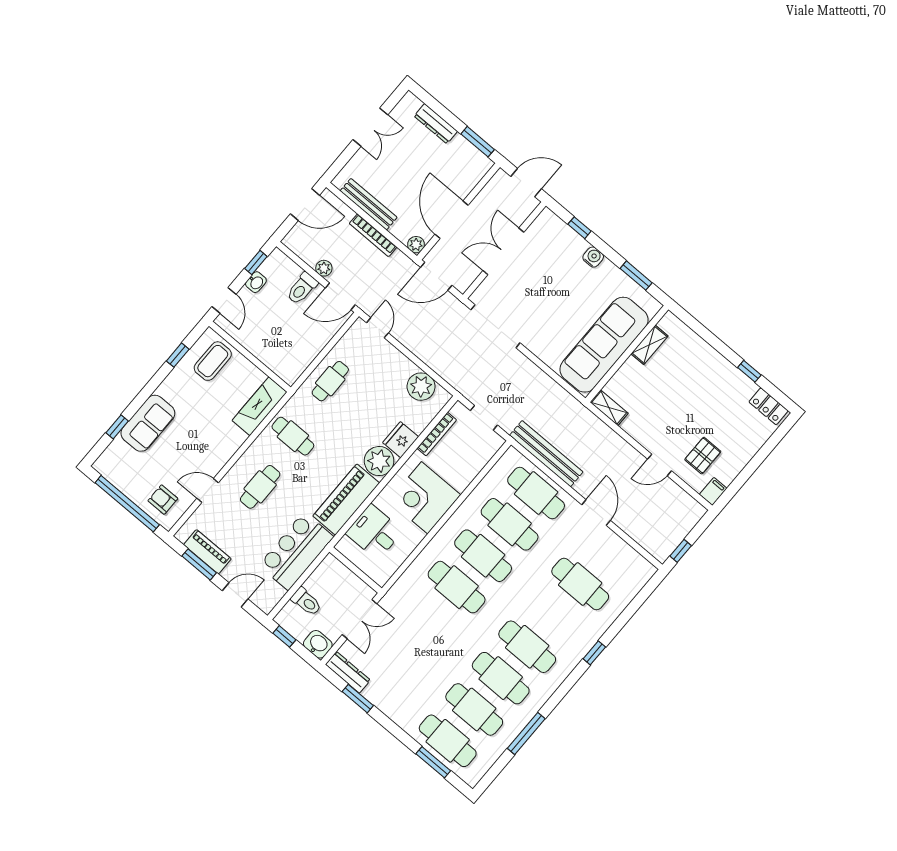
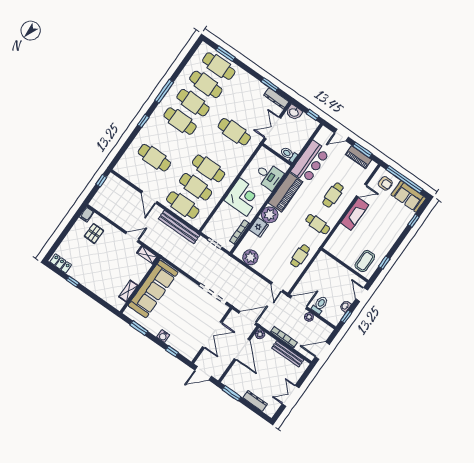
fireplace: (259, 406) -> (355, 214), moved
sofa: (148, 423) -> (409, 196), moved, turned -90
door: (659, 465) -> (132, 237), moved
cafe table: (457, 587) -> (234, 132), moved
toilet: (306, 602) -> (289, 154), moved
window: (526, 733) -> (164, 91), moved

